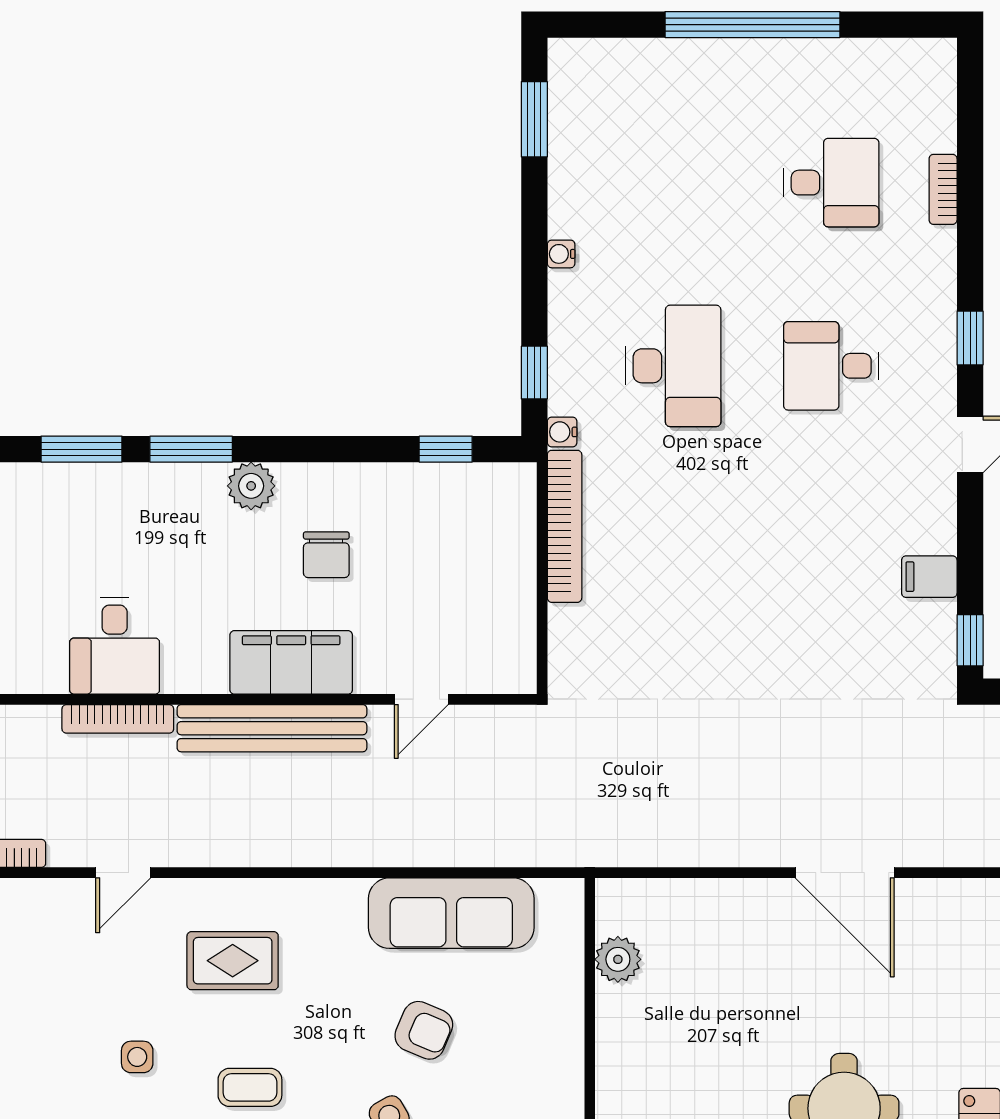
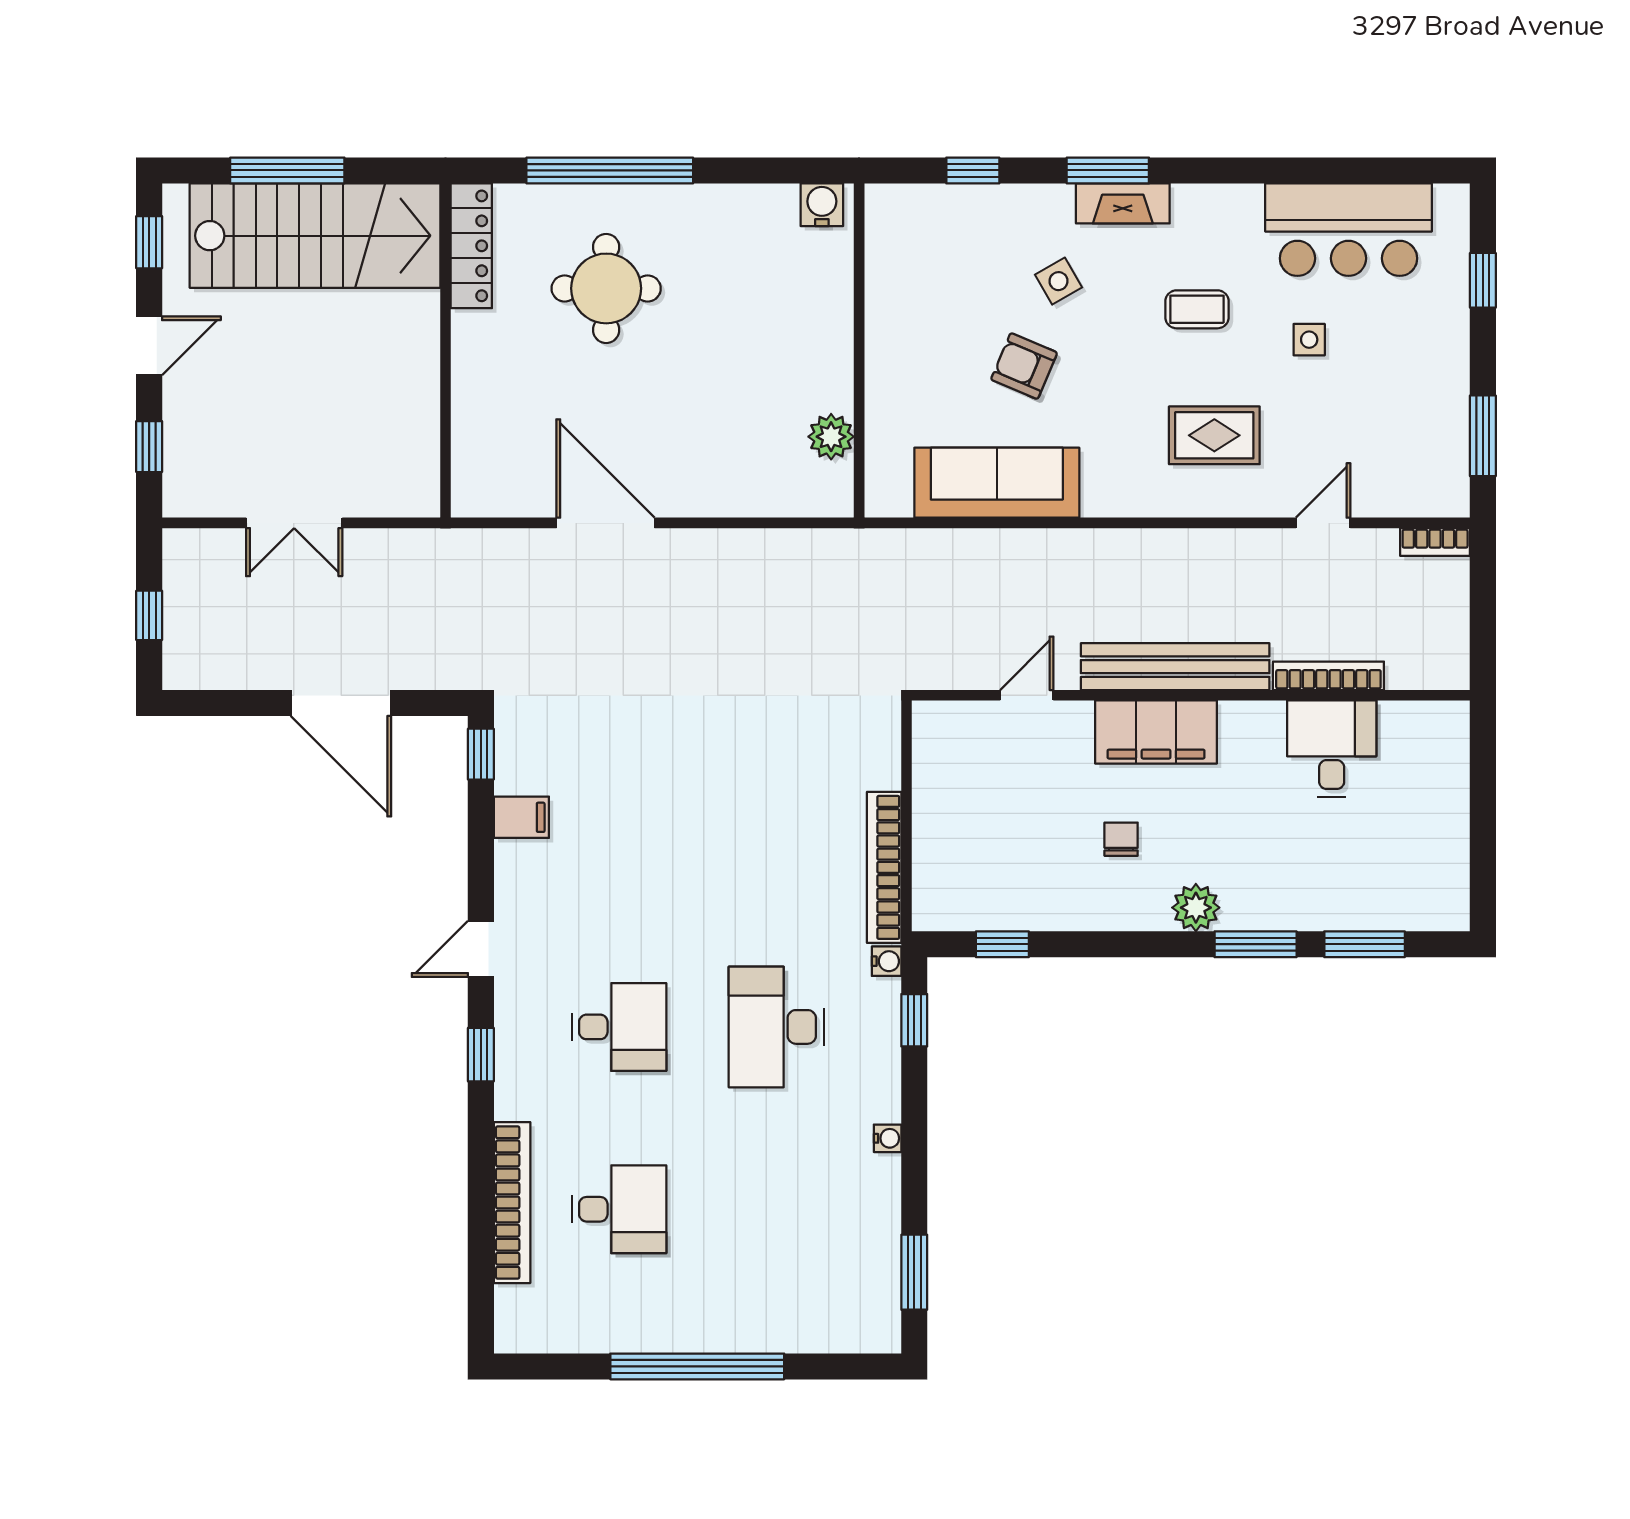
desk: (831, 183) -> (619, 1209), turned 180
bookcase: (943, 189) -> (512, 1203), width x2.31, depth x1.31
chair: (326, 555) -> (1121, 839), width x0.73, depth x0.73

